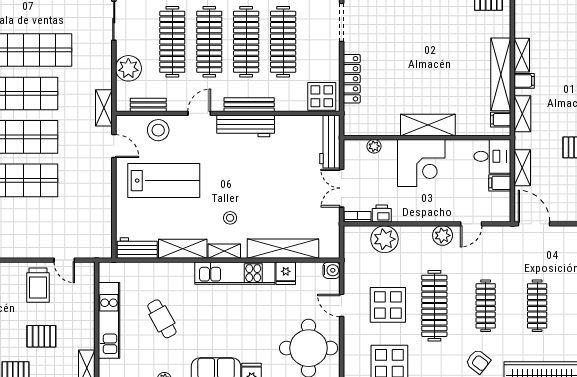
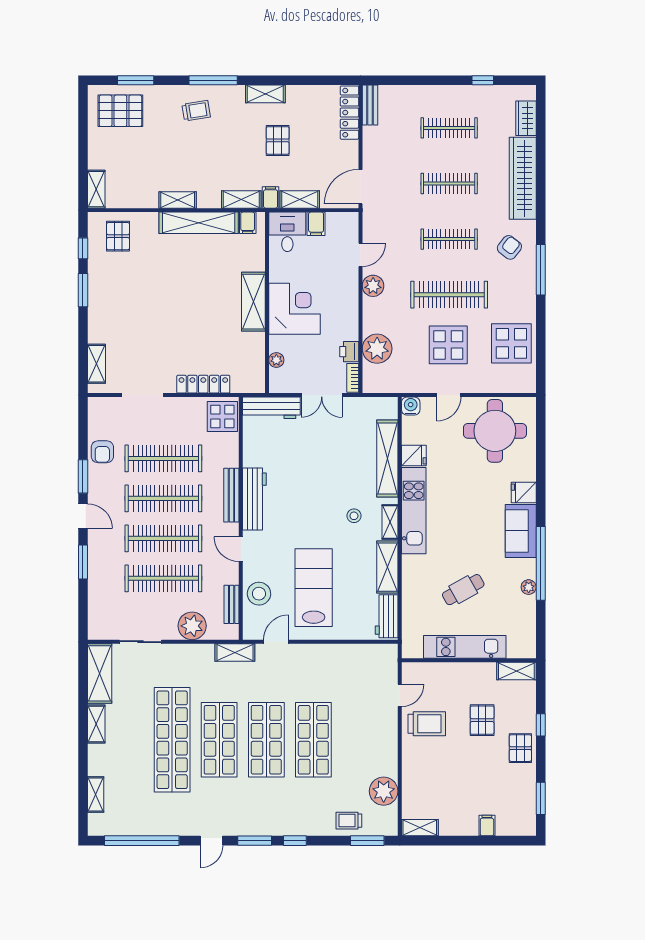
filing cabinet: (524, 81) -> (271, 197), moved
door: (471, 224) -> (360, 255), hinge flipped

